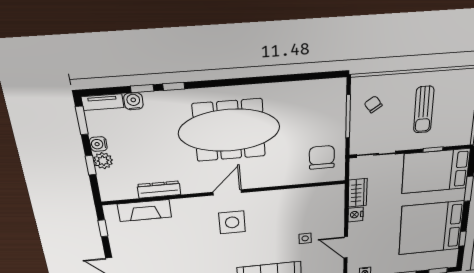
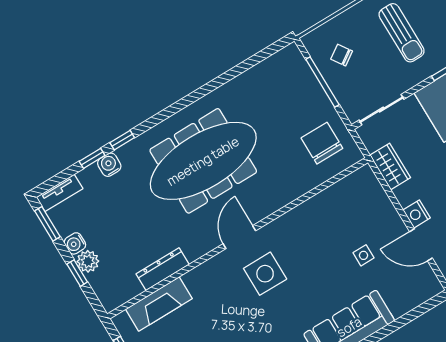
water cooler: (133, 101) -> (109, 165), moved
nightstand: (356, 215) -> (417, 214), moved

